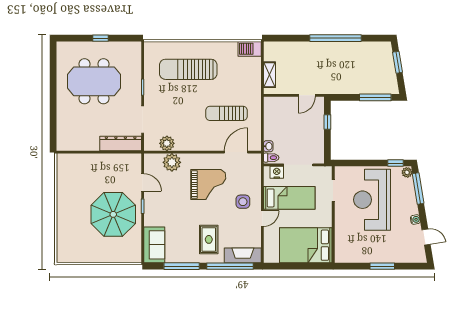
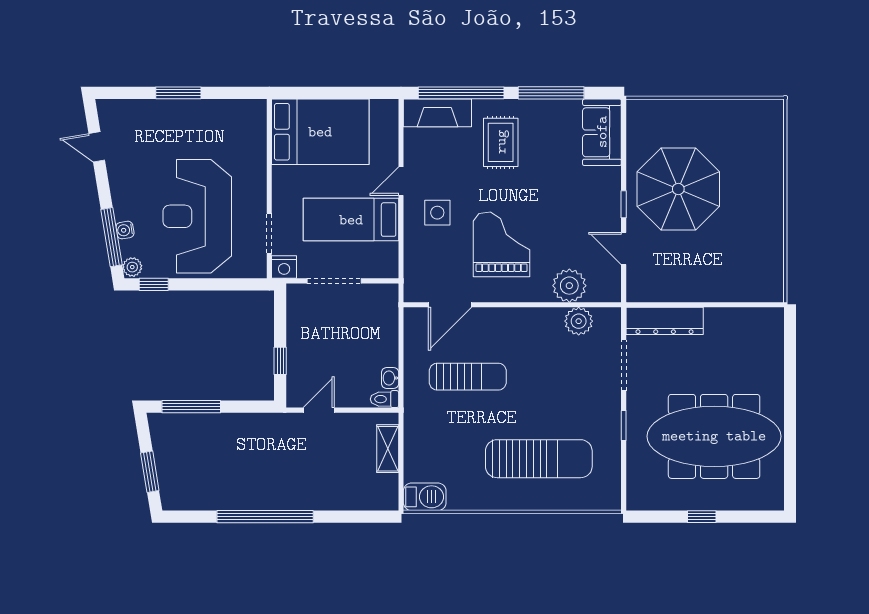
meeting table: (94, 81) -> (714, 436), width x1.36
washbasin: (268, 146) -> (390, 378), moved
toilet: (271, 158) -> (385, 399), moved
nightstand: (277, 172) -> (284, 267), moved
grand piano: (208, 185) -> (502, 244), turned 90
reception desk: (372, 200) -> (197, 216), turned 180
water cooler: (415, 219) -> (125, 230), moved

